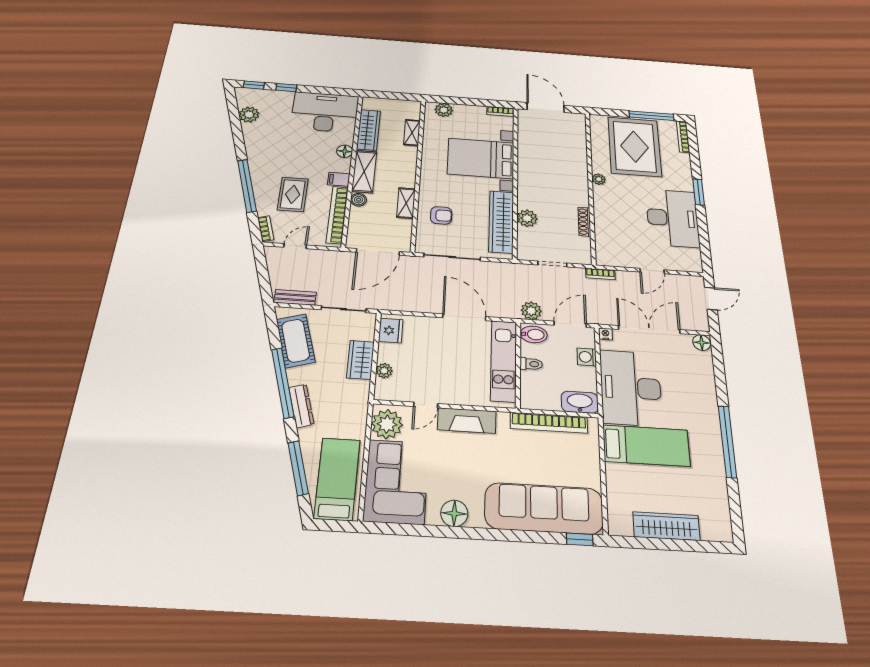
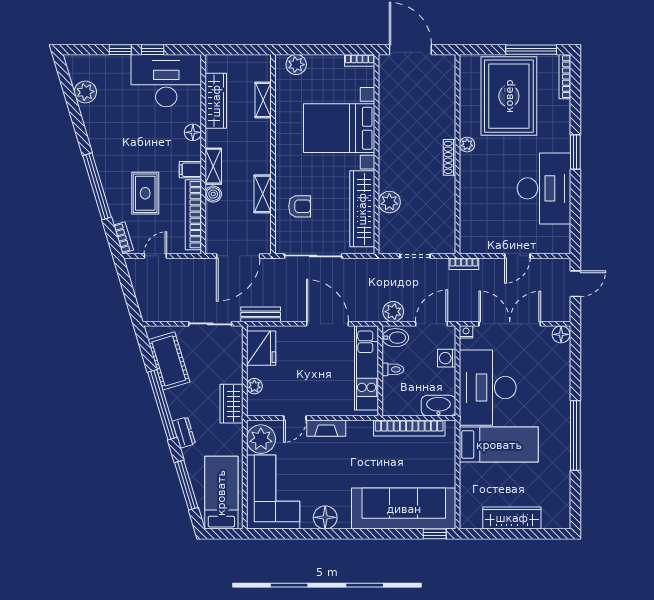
window: (254, 85) -> (153, 50), moved
shelving: (364, 171) -> (213, 166), width x0.67, depth x0.75
shoe rack: (584, 222) -> (450, 157), moved
bench: (295, 297) -> (261, 314), moved
fridge: (391, 330) -> (261, 348), width x1.36, depth x1.34
wardrobe: (360, 360) -> (231, 404), moved
dresser: (301, 406) -> (184, 432), width x0.70
fireplace: (467, 421) -> (326, 428), width x0.73, depth x0.76

